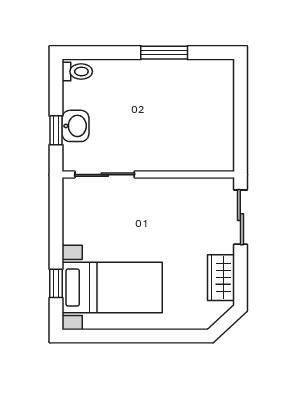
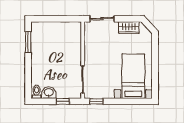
window: (164, 53) -> (28, 42), moved
washbasin: (75, 126) -> (49, 93), moved
window: (56, 283) -> (96, 101), moved

